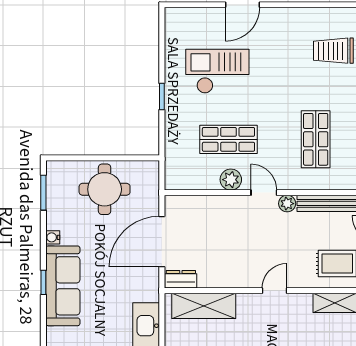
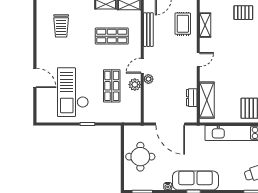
checkout: (217, 71) -> (73, 92), width x1.36, depth x1.21
plant: (287, 204) -> (148, 79), moved
dresser: (181, 279) -> (192, 98), moved
door: (274, 291) -> (198, 60), swing flipped

